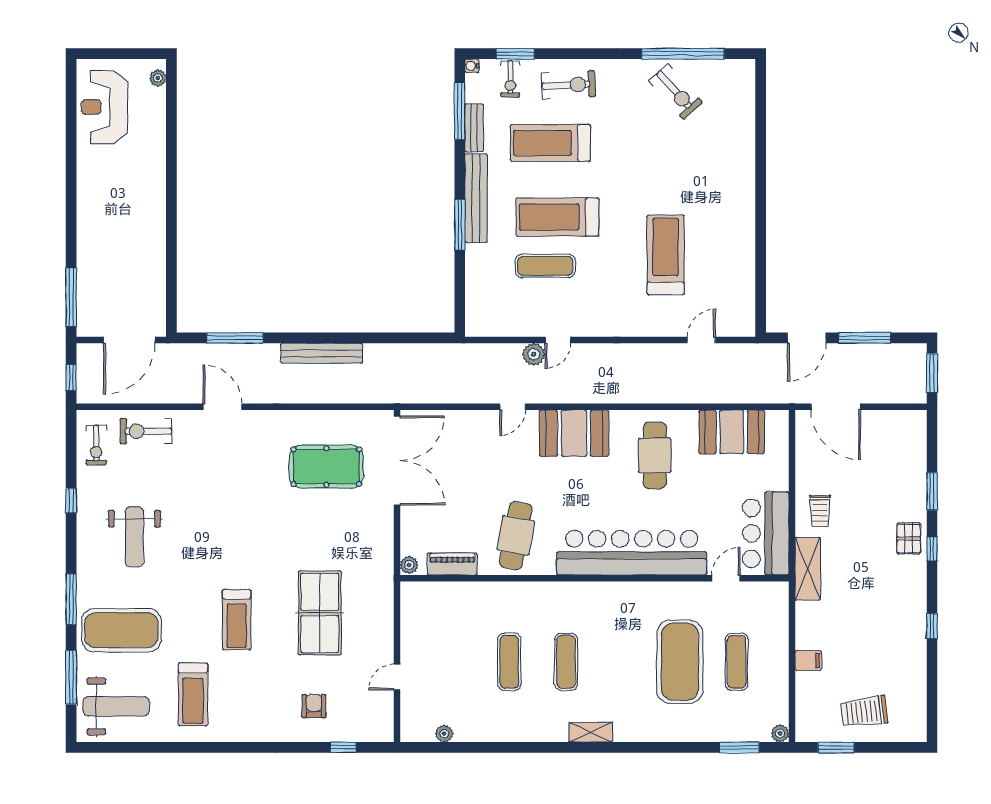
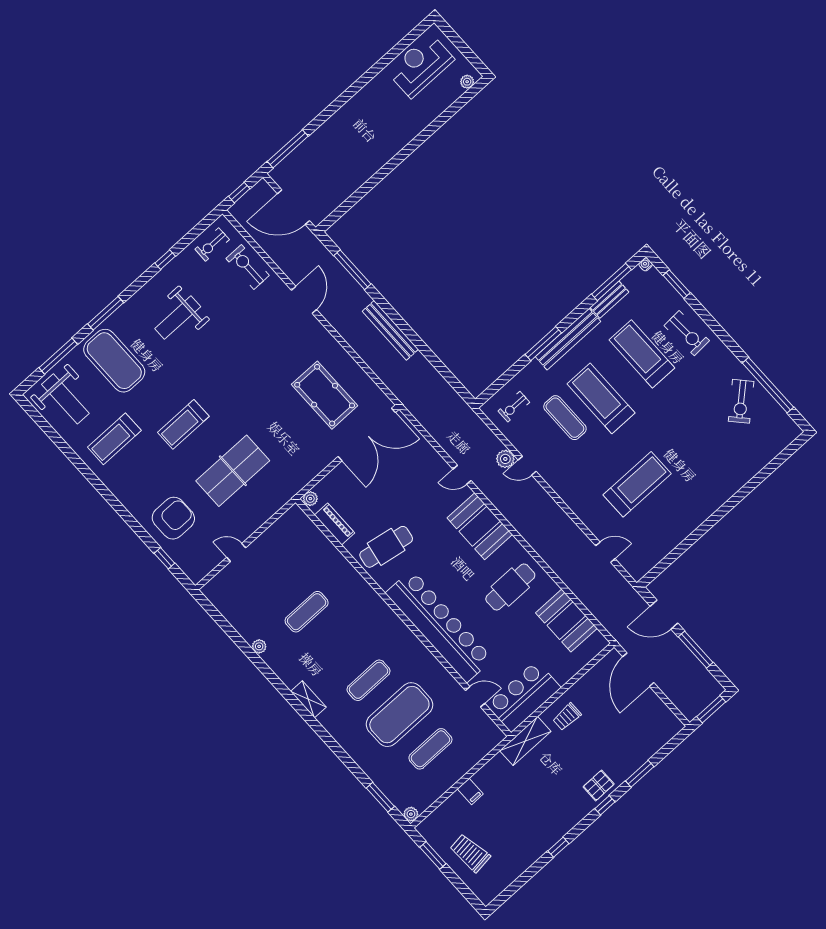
exercise bike: (510, 79) -> (514, 407), moved
exercise mat: (566, 662) -> (369, 680), moved
armchair: (314, 706) -> (173, 518), width x1.88, depth x1.88
plant: (444, 734) -> (259, 646), moved

